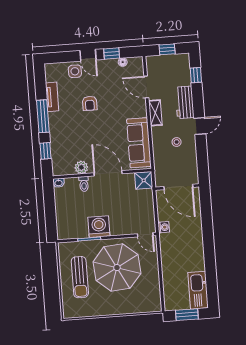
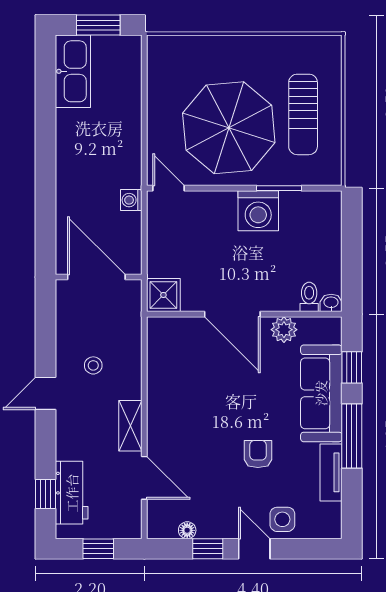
workbench: (185, 102) -> (72, 493), moved
sofa: (139, 143) -> (321, 393), moved, turned 180
toilet: (84, 184) -> (309, 297), moved
sun lounger: (80, 277) -> (303, 114), turned 180

